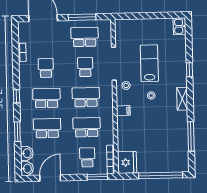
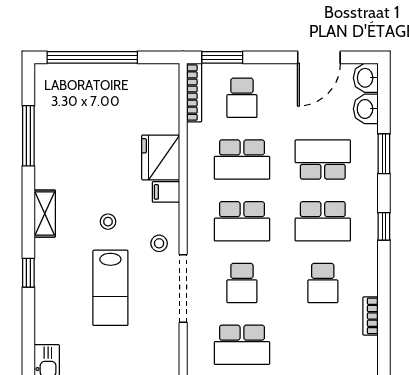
school desk: (47, 128) -> (323, 160), turned 180
fridge: (127, 162) -> (161, 157), moved

